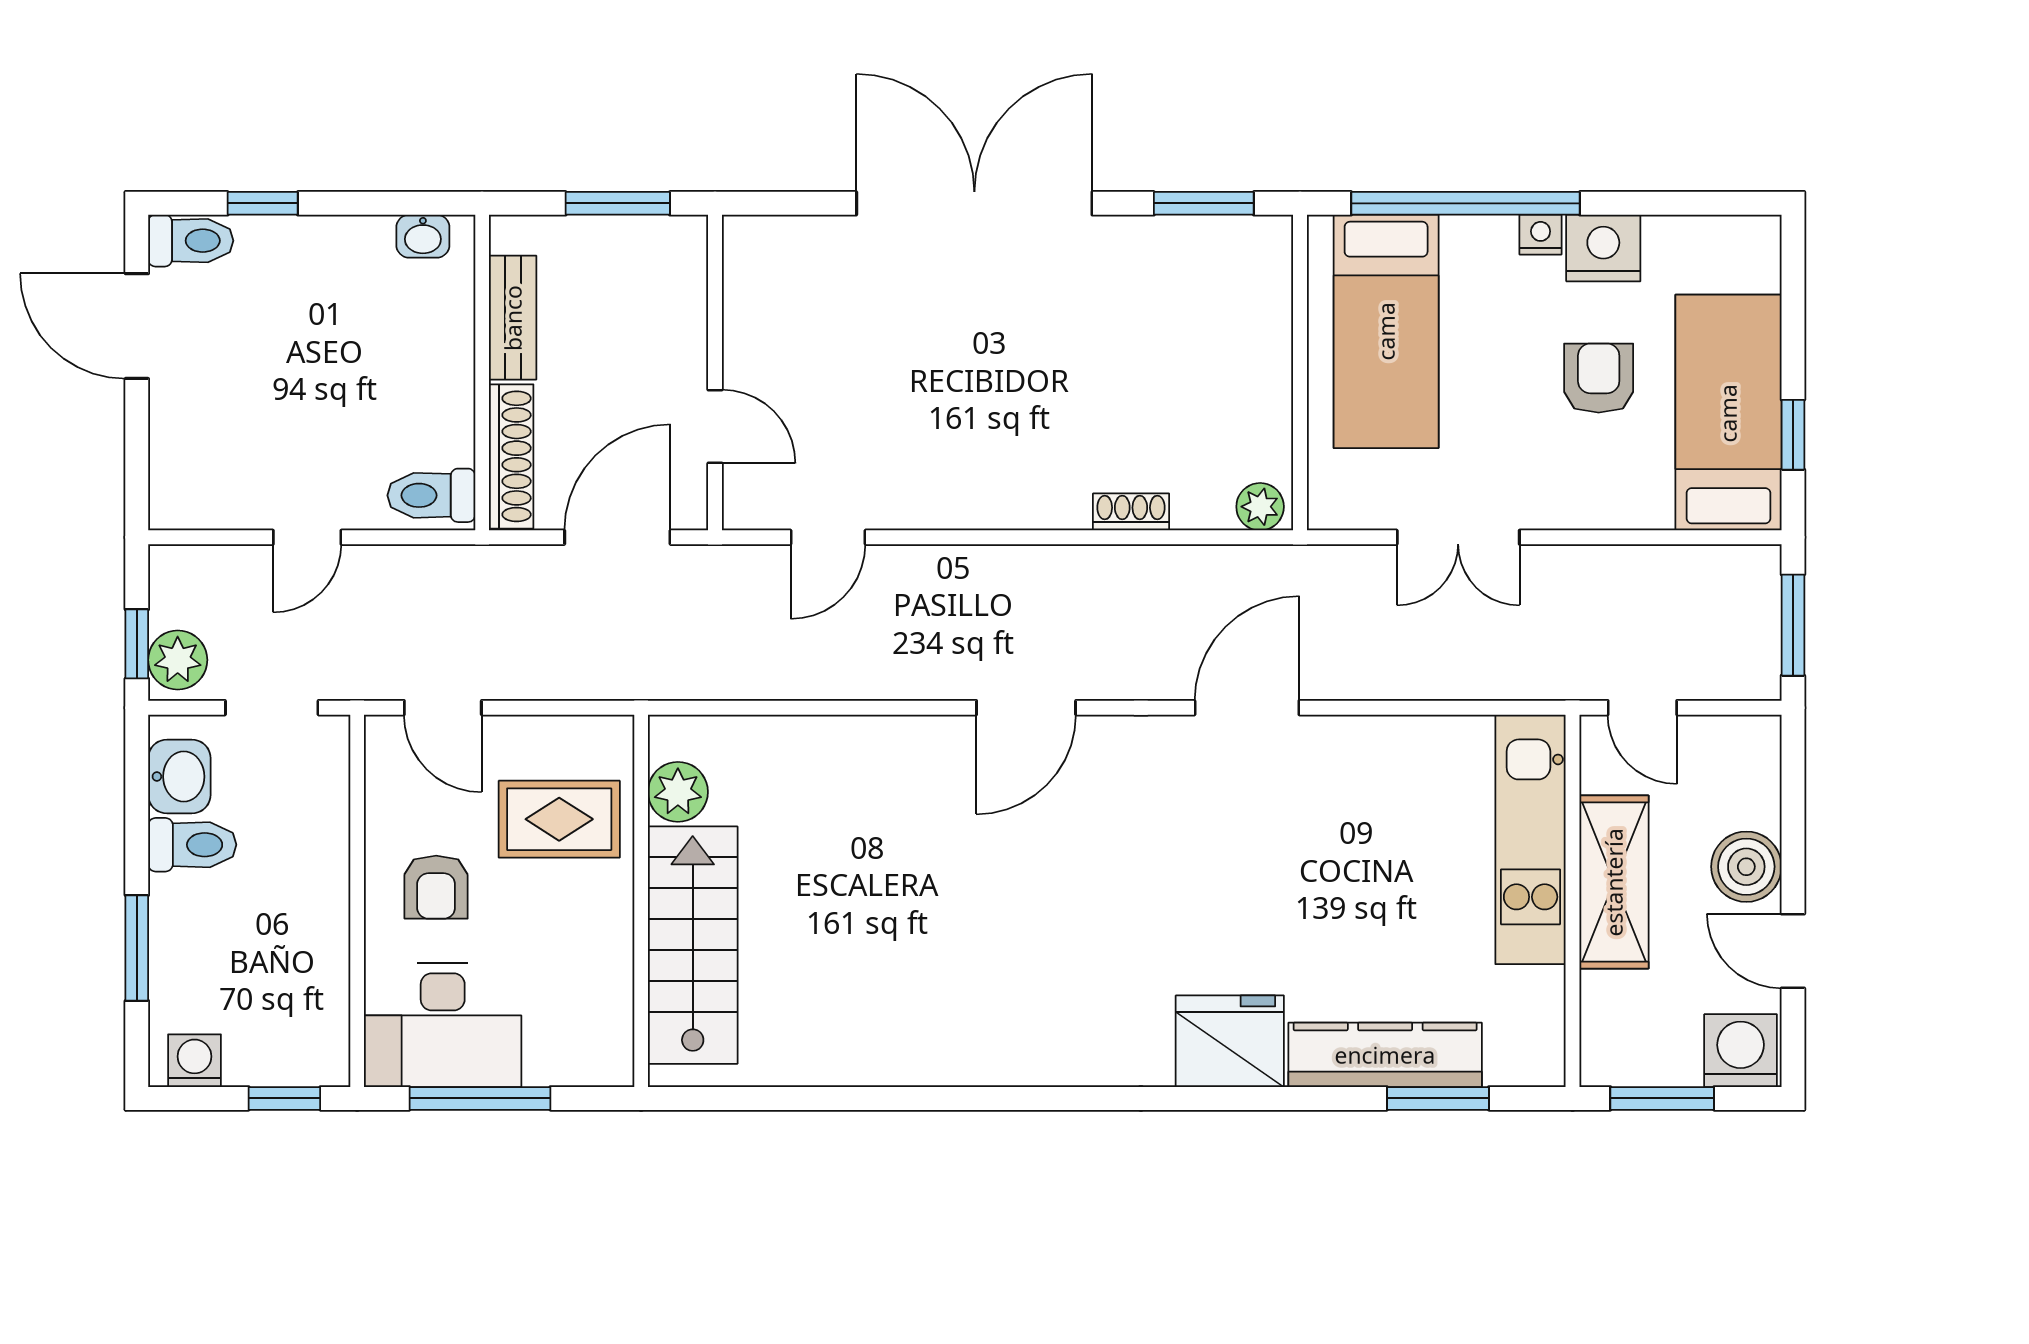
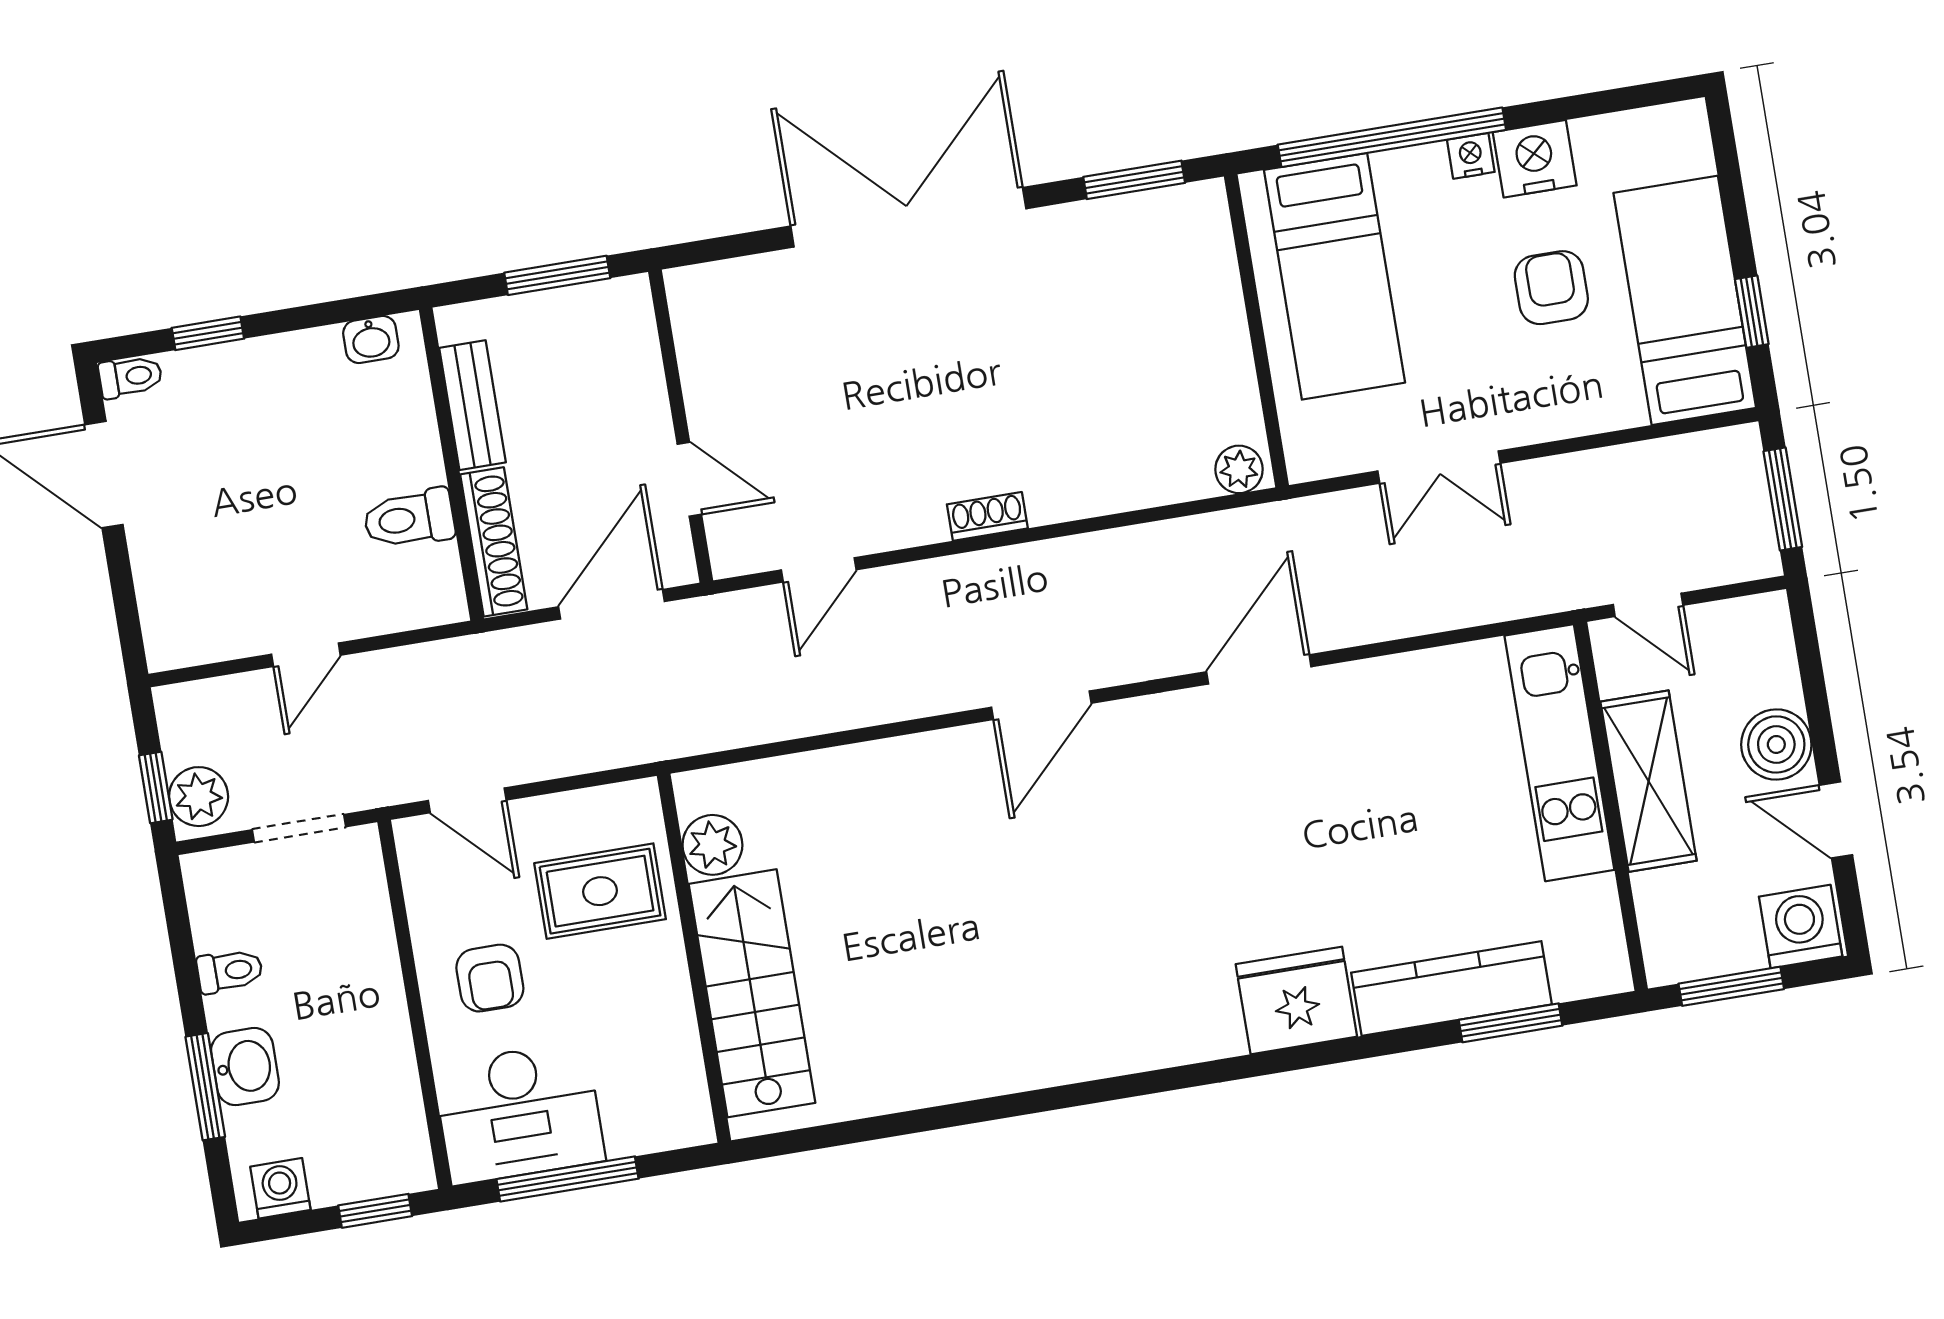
toilet: (191, 241) -> (130, 377), width x0.73, depth x0.72
toilet: (431, 495) -> (409, 519), moved
shoe rack: (1131, 512) -> (987, 516), moved
washbasin: (179, 777) -> (245, 1067), moved
toilet: (192, 845) -> (230, 971), width x0.73, depth x0.72

